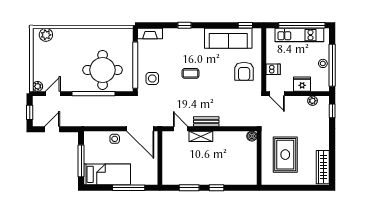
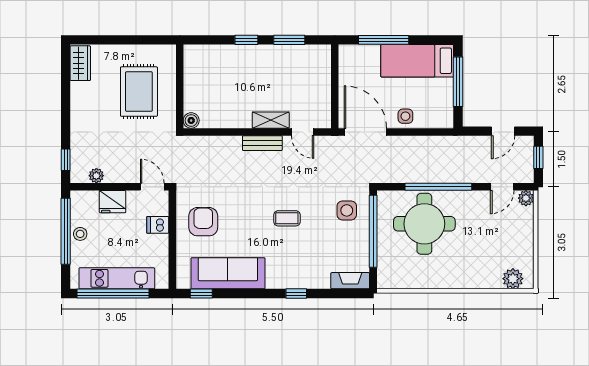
wardrobe: (323, 167) -> (80, 63), width x0.67

